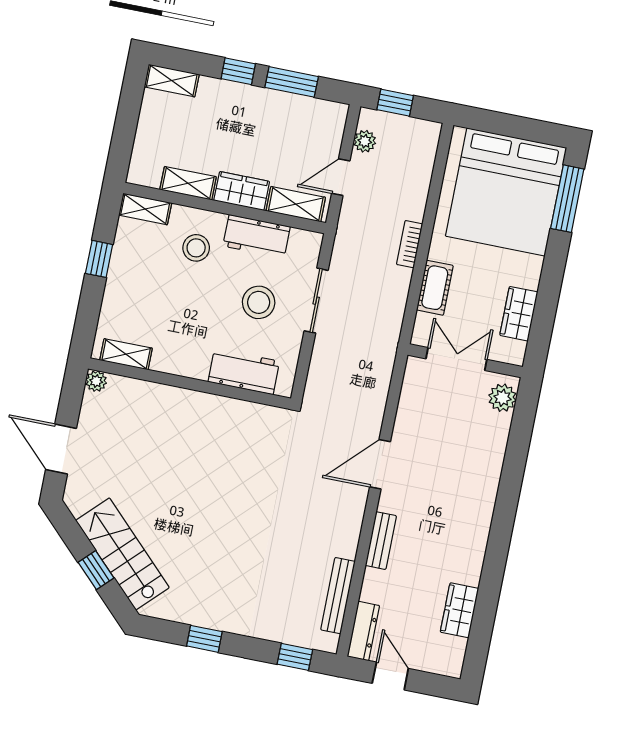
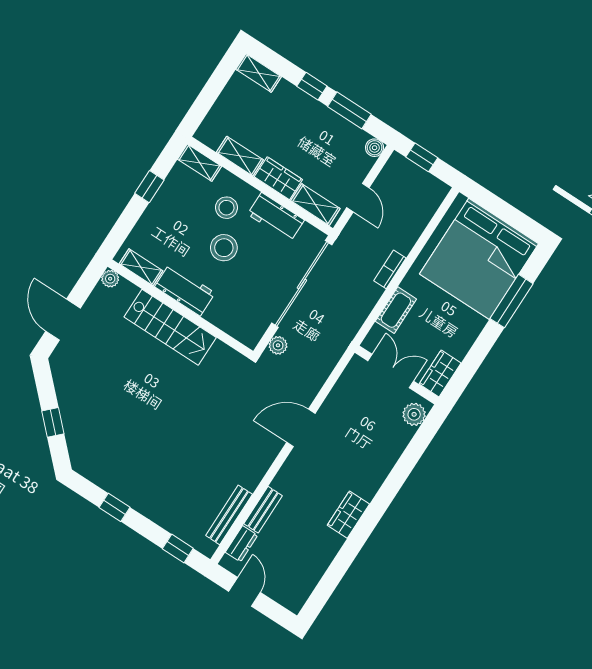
boiler: (337, 113) -> (375, 148), added
plant: (365, 141) -> (278, 345), moved
door: (341, 177) -> (358, 198), swing flipped
window: (567, 199) -> (512, 301), moved
sliding door: (316, 301) -> (302, 284), width x1.86
stool: (259, 302) -> (224, 248), moved
wardrobe: (519, 314) -> (440, 373), moved
workbench: (244, 372) -> (185, 290), moved
bench: (381, 541) -> (263, 510), moved
stairs: (122, 554) -> (170, 327), moved, turned 135
wardrobe: (459, 610) -> (348, 515), moved
dresser: (363, 631) -> (242, 544), width x0.70

